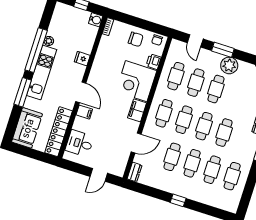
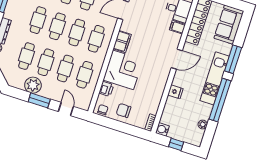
plant: (49, 41) -> (203, 124), moved
door: (81, 92) -> (177, 59), swing flipped
cafe table: (236, 95) -> (26, 56), added
filing cabinet: (84, 112) -> (177, 27), moved

